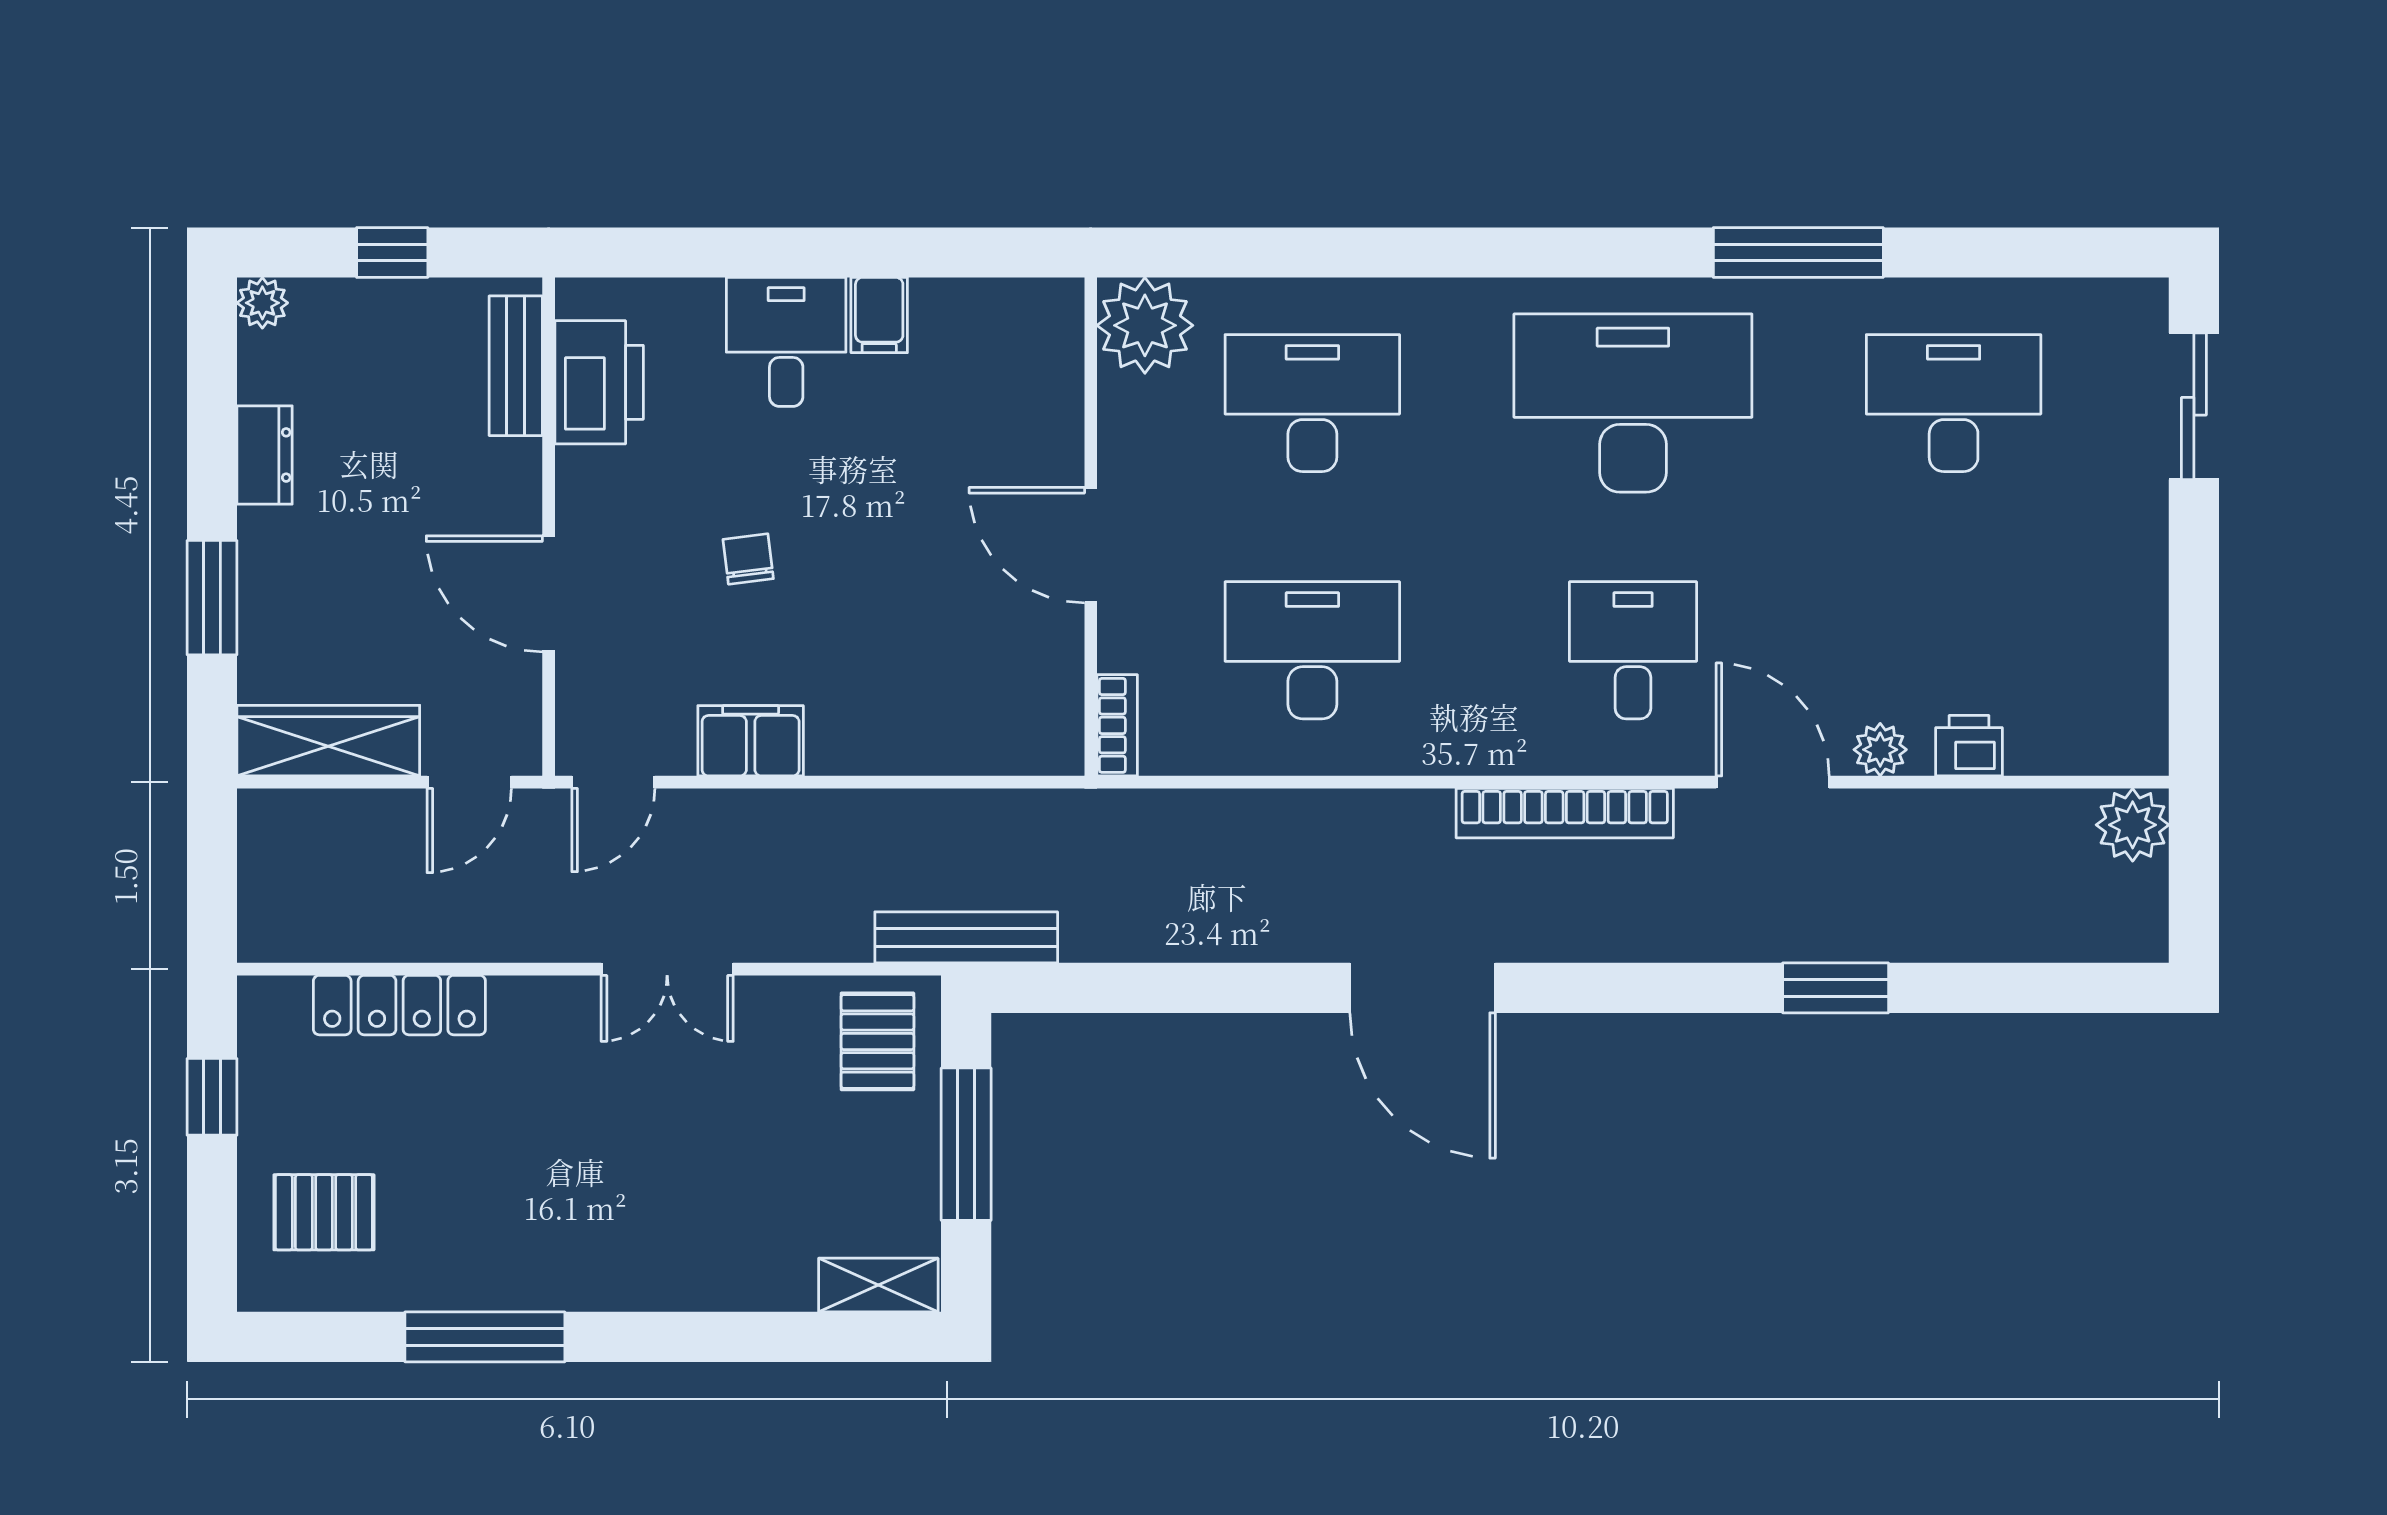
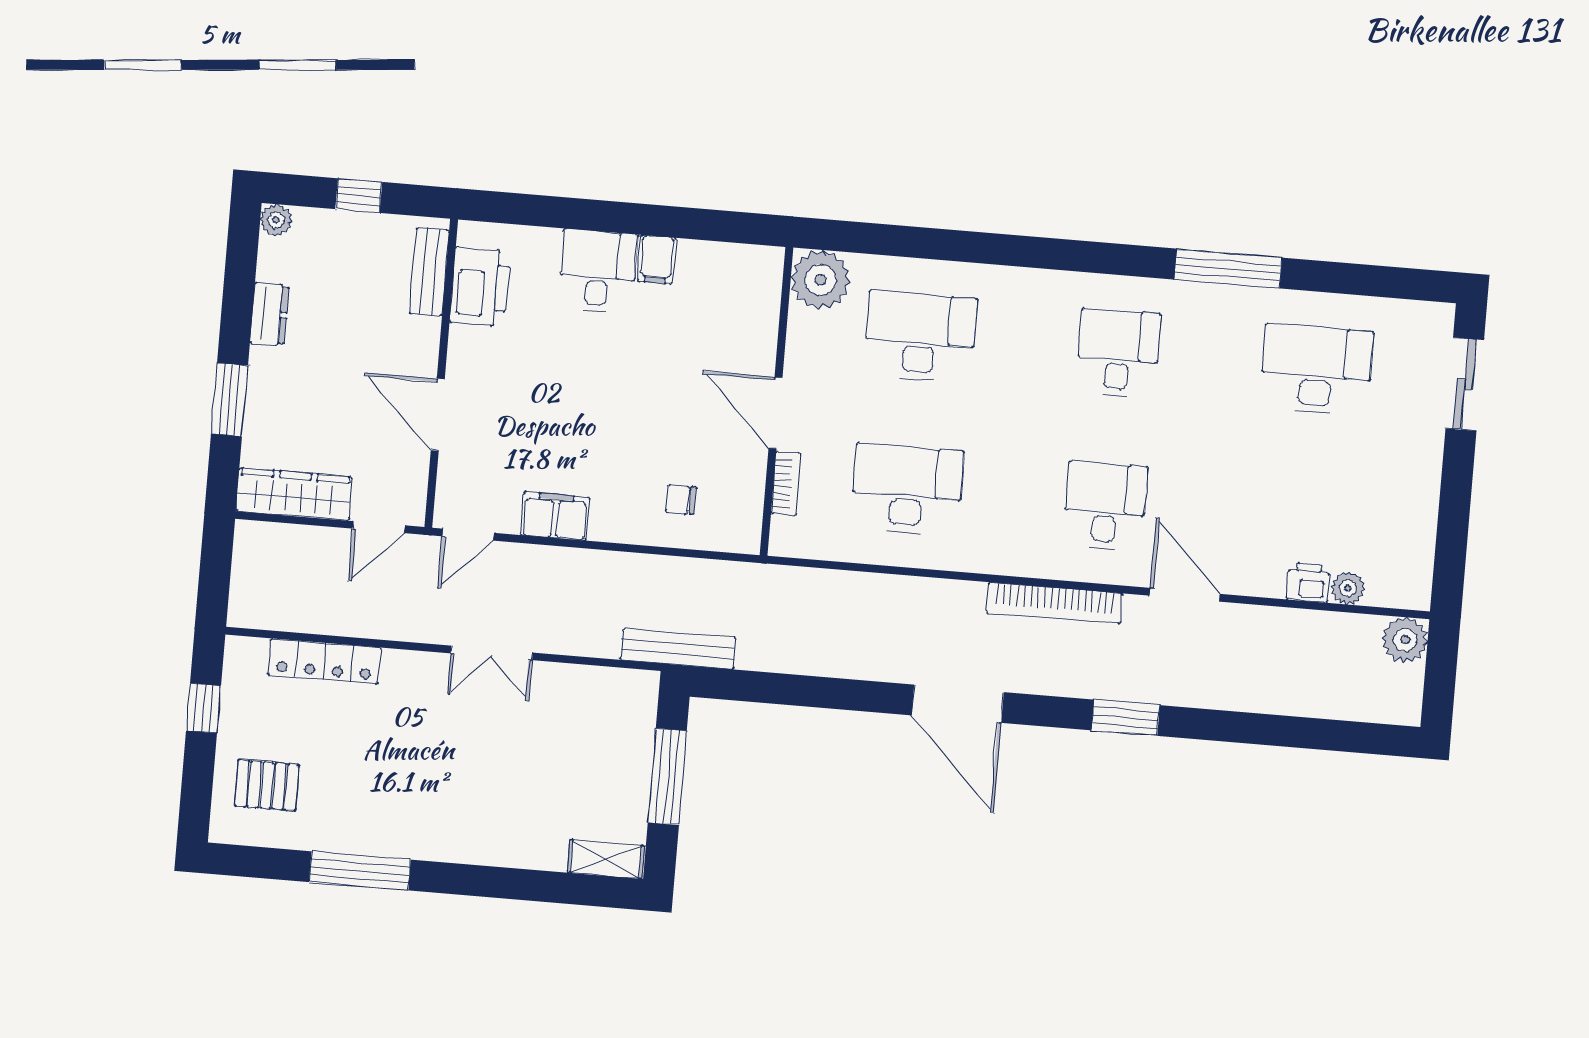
desk: (1633, 403) -> (1118, 353), width x0.53, depth x0.77
chair: (748, 559) -> (681, 500), moved, turned -83
bookcase: (1117, 725) -> (786, 484), moved
plant: (1880, 750) -> (1348, 588), moved
window: (1836, 988) -> (1126, 718), moved
pallet: (877, 1041) -> (618, 709), removed

